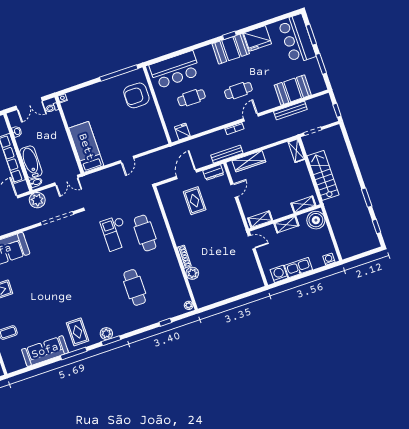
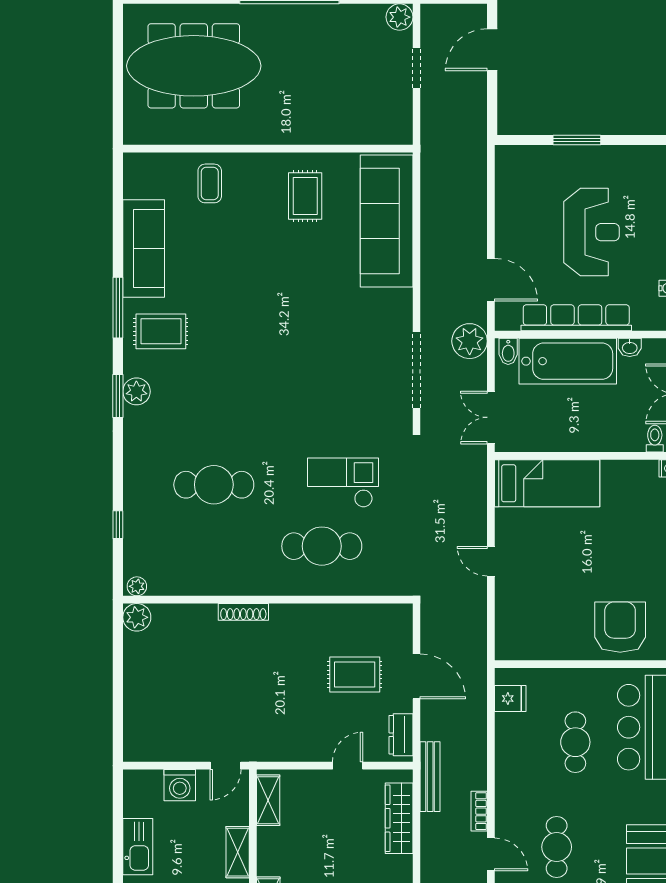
bathtub: (31, 162) -> (568, 361), width x1.36, depth x1.36
door: (234, 191) -> (348, 766), swing flipped
plant: (192, 273) -> (137, 617), moved
washing machine: (279, 274) -> (180, 785), moved, turned 90

